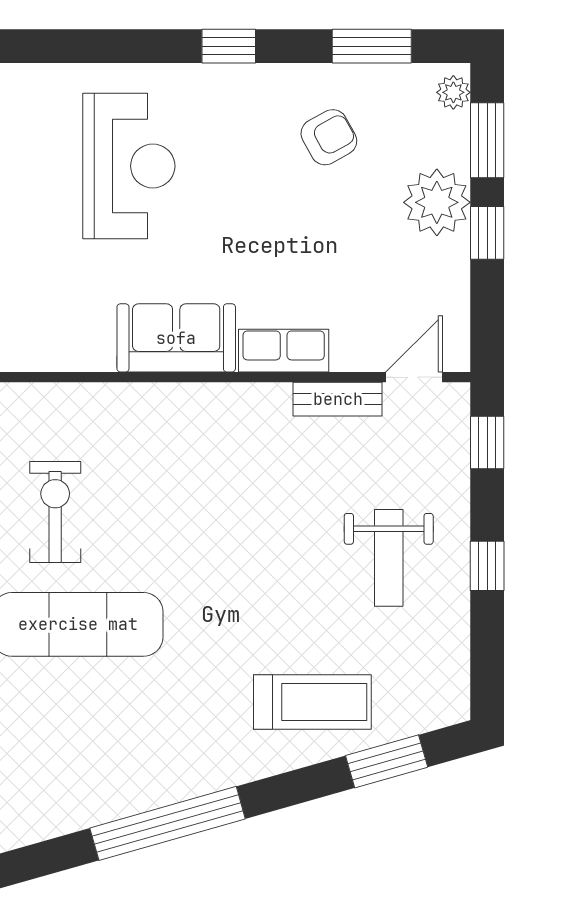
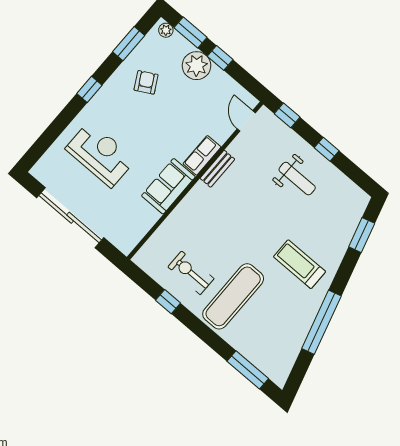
bench: (338, 399) -> (217, 169), moved
treadmill: (312, 702) -> (300, 264), moved, turned -90

